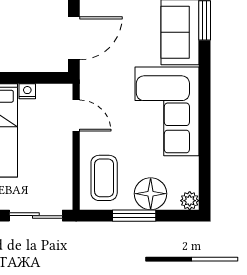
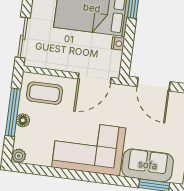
door: (76, 116) -> (95, 78), width x1.38
floor lamp: (151, 194) -> (23, 120), width x0.53, depth x0.53
window: (134, 216) -> (13, 112), width x1.44

